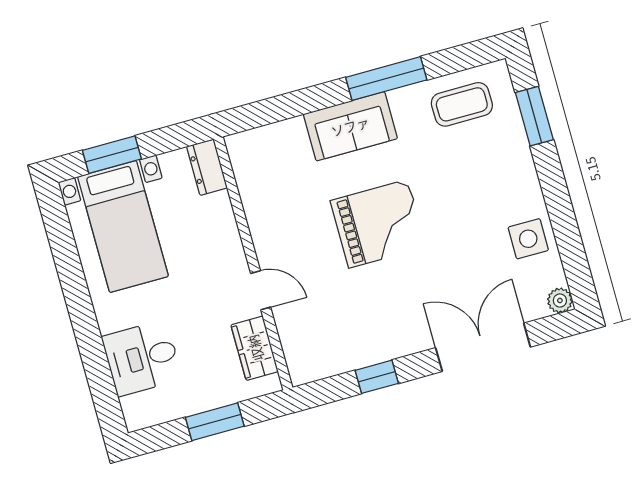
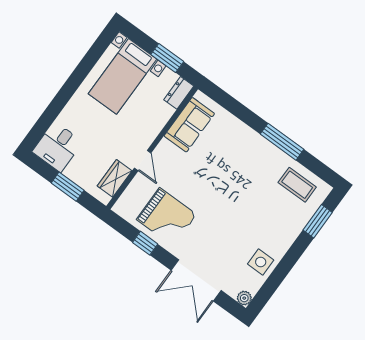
sofa: (350, 126) -> (189, 125), moved, turned -90
window: (112, 155) -> (167, 58), moved
grand piano: (378, 224) -> (167, 217), moved
double door: (483, 347) -> (196, 280), swing flipped
desk: (142, 358) -> (58, 147), moved, turned -90

